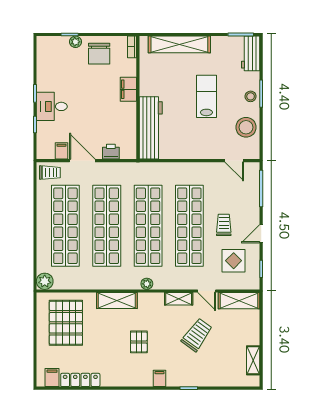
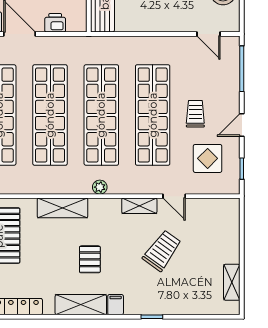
shelving: (239, 301) -> (81, 305), moved

